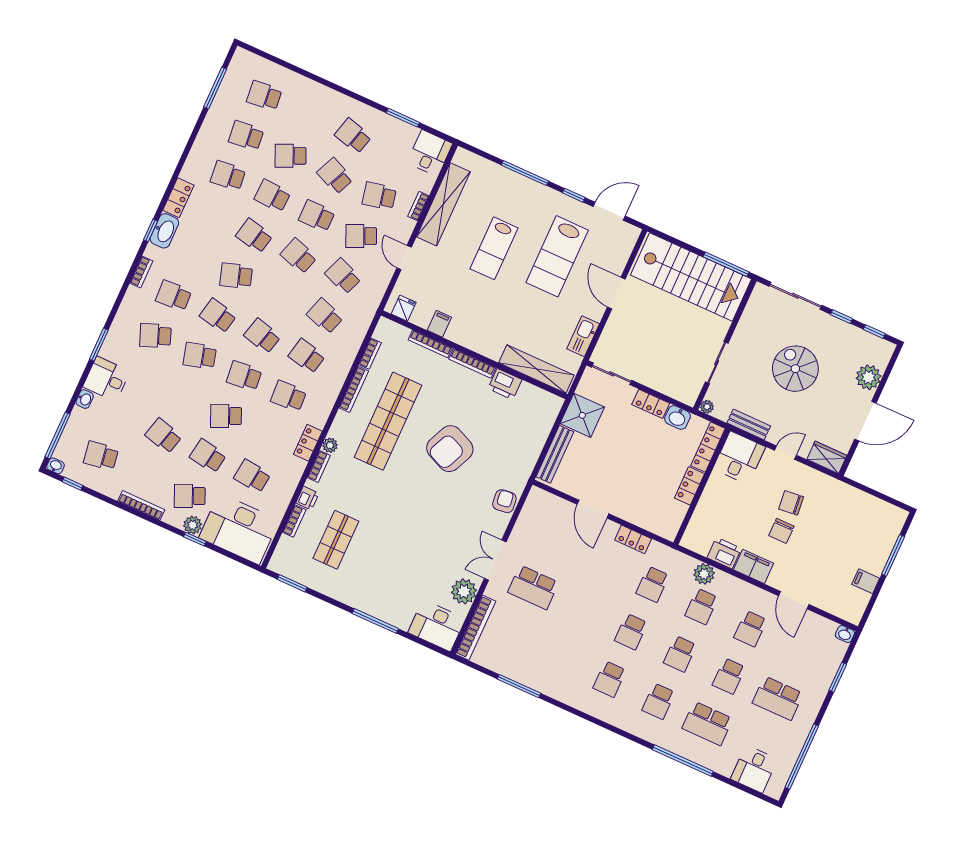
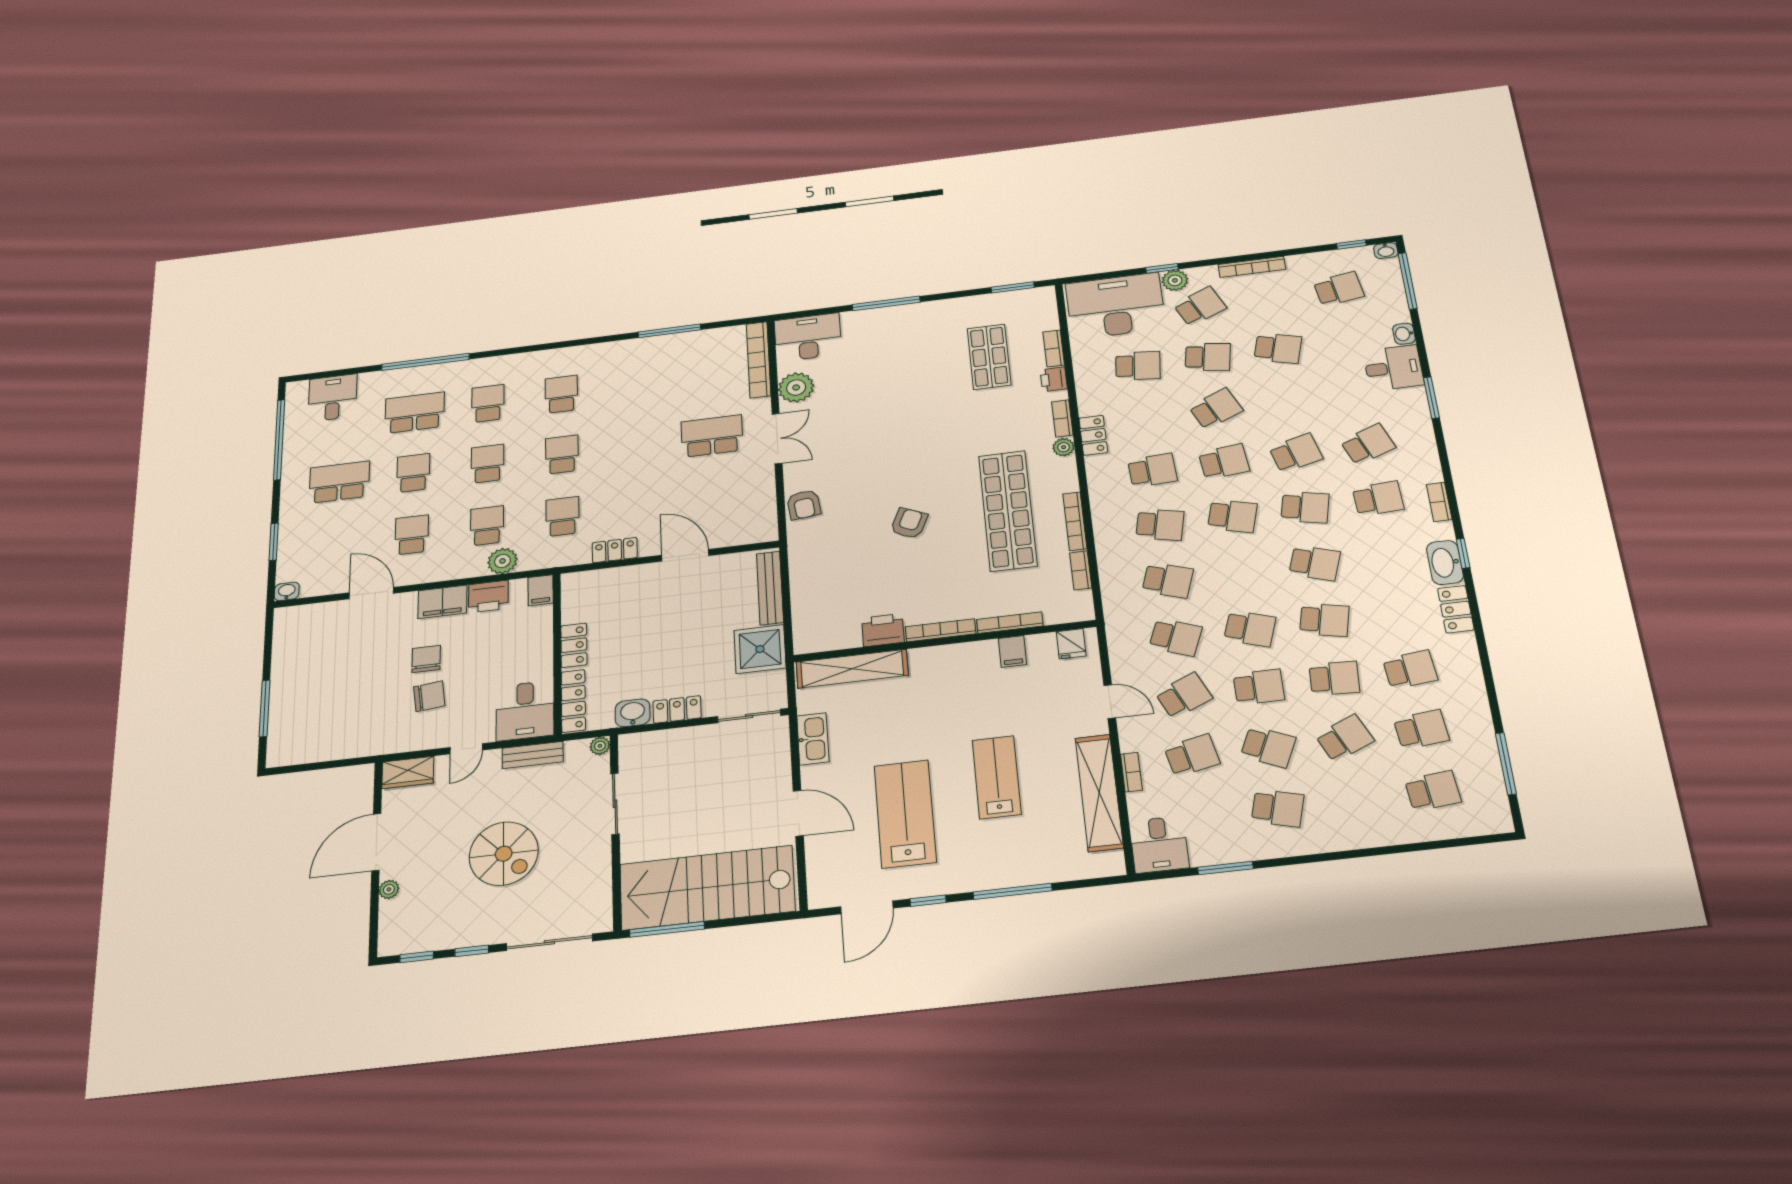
school desk: (236, 276) -> (1315, 563), turned 36
plant: (868, 377) -> (389, 889), width x0.53, depth x0.53
armchair: (450, 449) -> (909, 523), width x0.53, depth x0.53
filing cabinet: (866, 581) -> (541, 590), moved, turned 90

